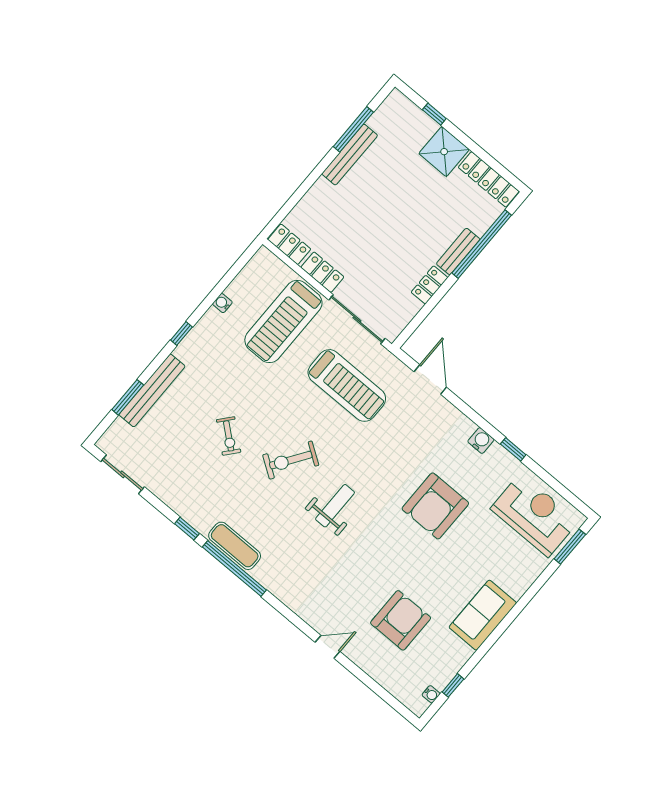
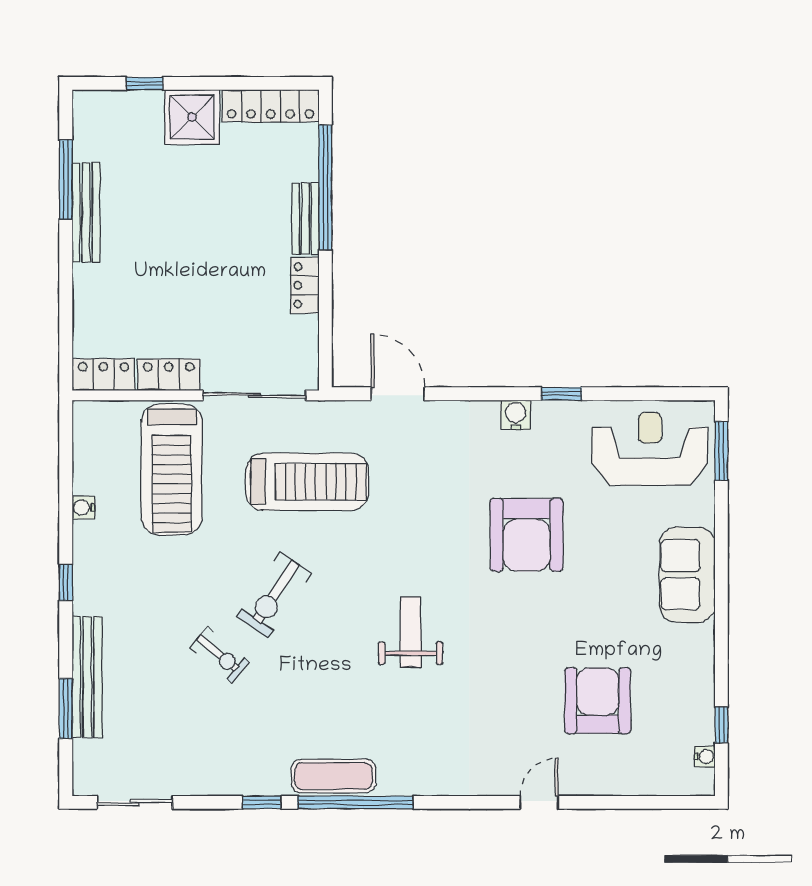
exercise bike: (291, 460) -> (274, 595), moved
sofa: (483, 615) -> (687, 575), moved

